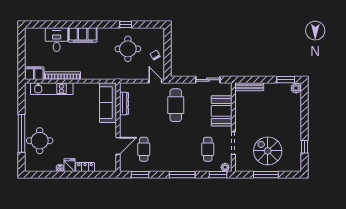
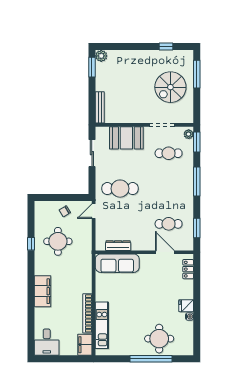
desk: (57, 40) -> (47, 342), moved, turned -90
locker: (85, 167) -> (188, 269), moved
window: (266, 175) -> (197, 74), moved

